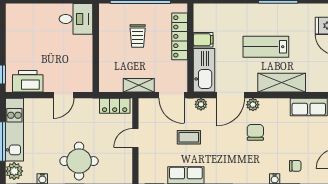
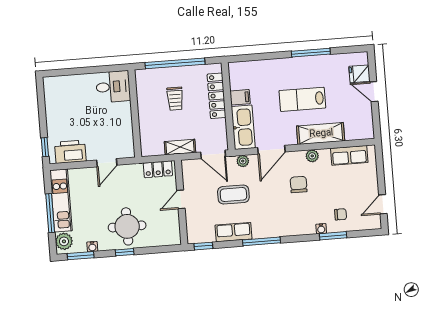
plant: (253, 105) -> (312, 156), moved
coffee table: (189, 137) -> (233, 195), width x1.36, depth x1.30

